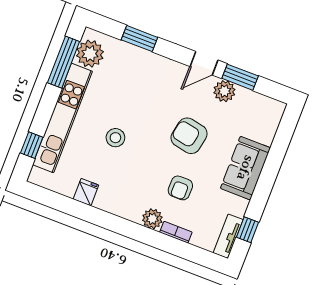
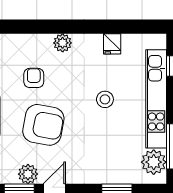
armchair: (189, 136) -> (43, 125), width x1.36, depth x1.36
plant: (152, 219) -> (63, 43), moved
bookcase: (176, 232) -> (23, 39), removed

